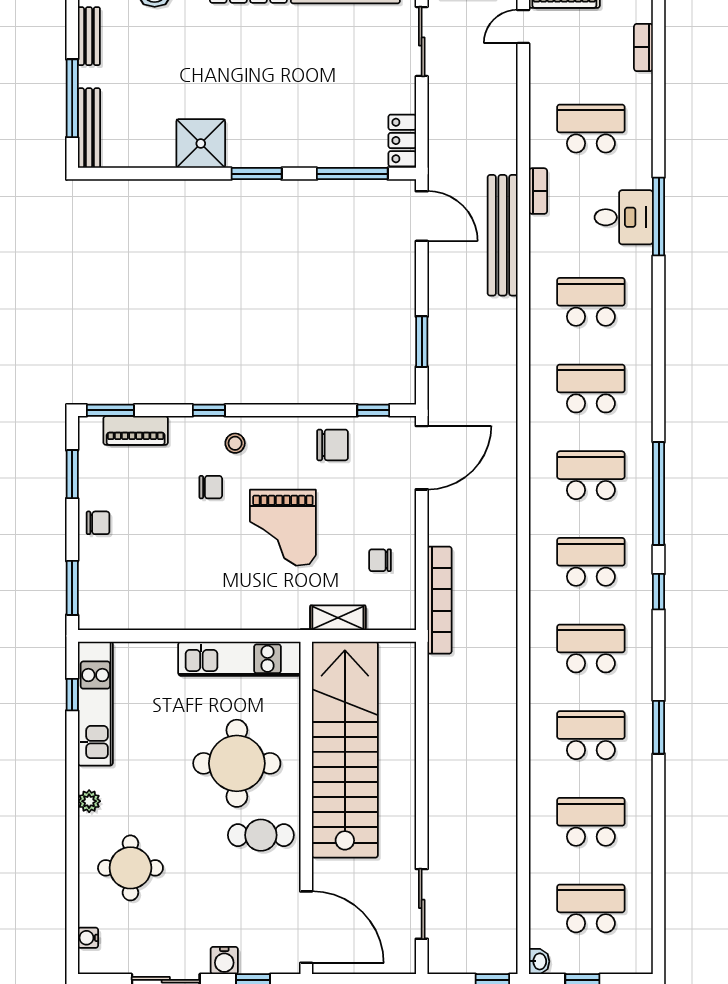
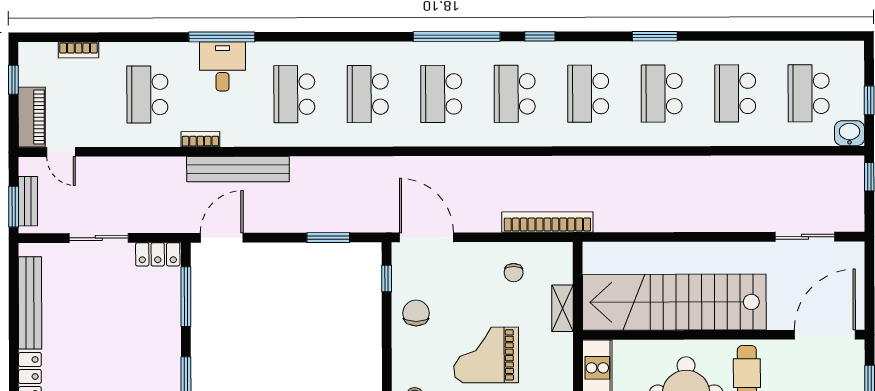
sliding door: (422, 41) -> (99, 238), moved
grand piano: (283, 528) -> (486, 355), turned 180
washbasin: (539, 961) -> (849, 133), width x1.38, depth x1.45

